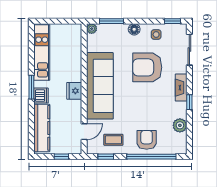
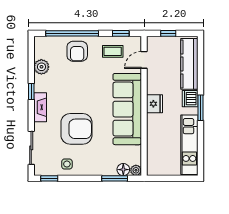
floor lamp: (134, 29) -> (123, 170), moved

